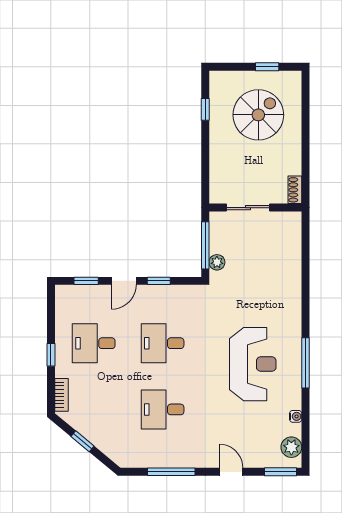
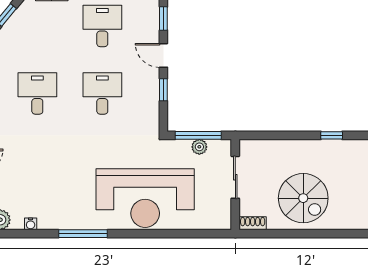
spiral stairs: (258, 115) -> (303, 198), moved
plant: (217, 262) -> (199, 147), moved
reception desk: (253, 364) -> (145, 198), moved, width x1.36, depth x1.30

